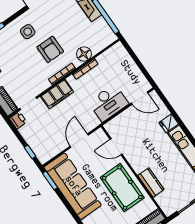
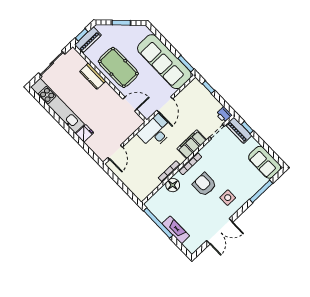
door: (140, 98) -> (115, 152), swing flipped
desk: (108, 103) -> (155, 132), moved

